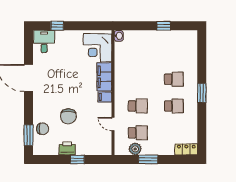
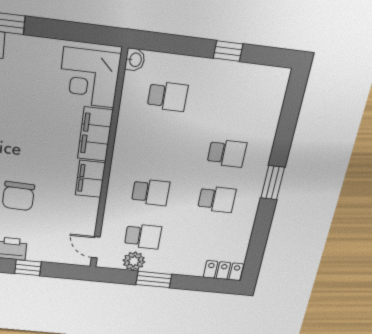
school desk: (138, 52) -> (168, 96), added
filing cabinet: (105, 97) -> (90, 179), width x2.00
door: (113, 124) -> (96, 247), moved

